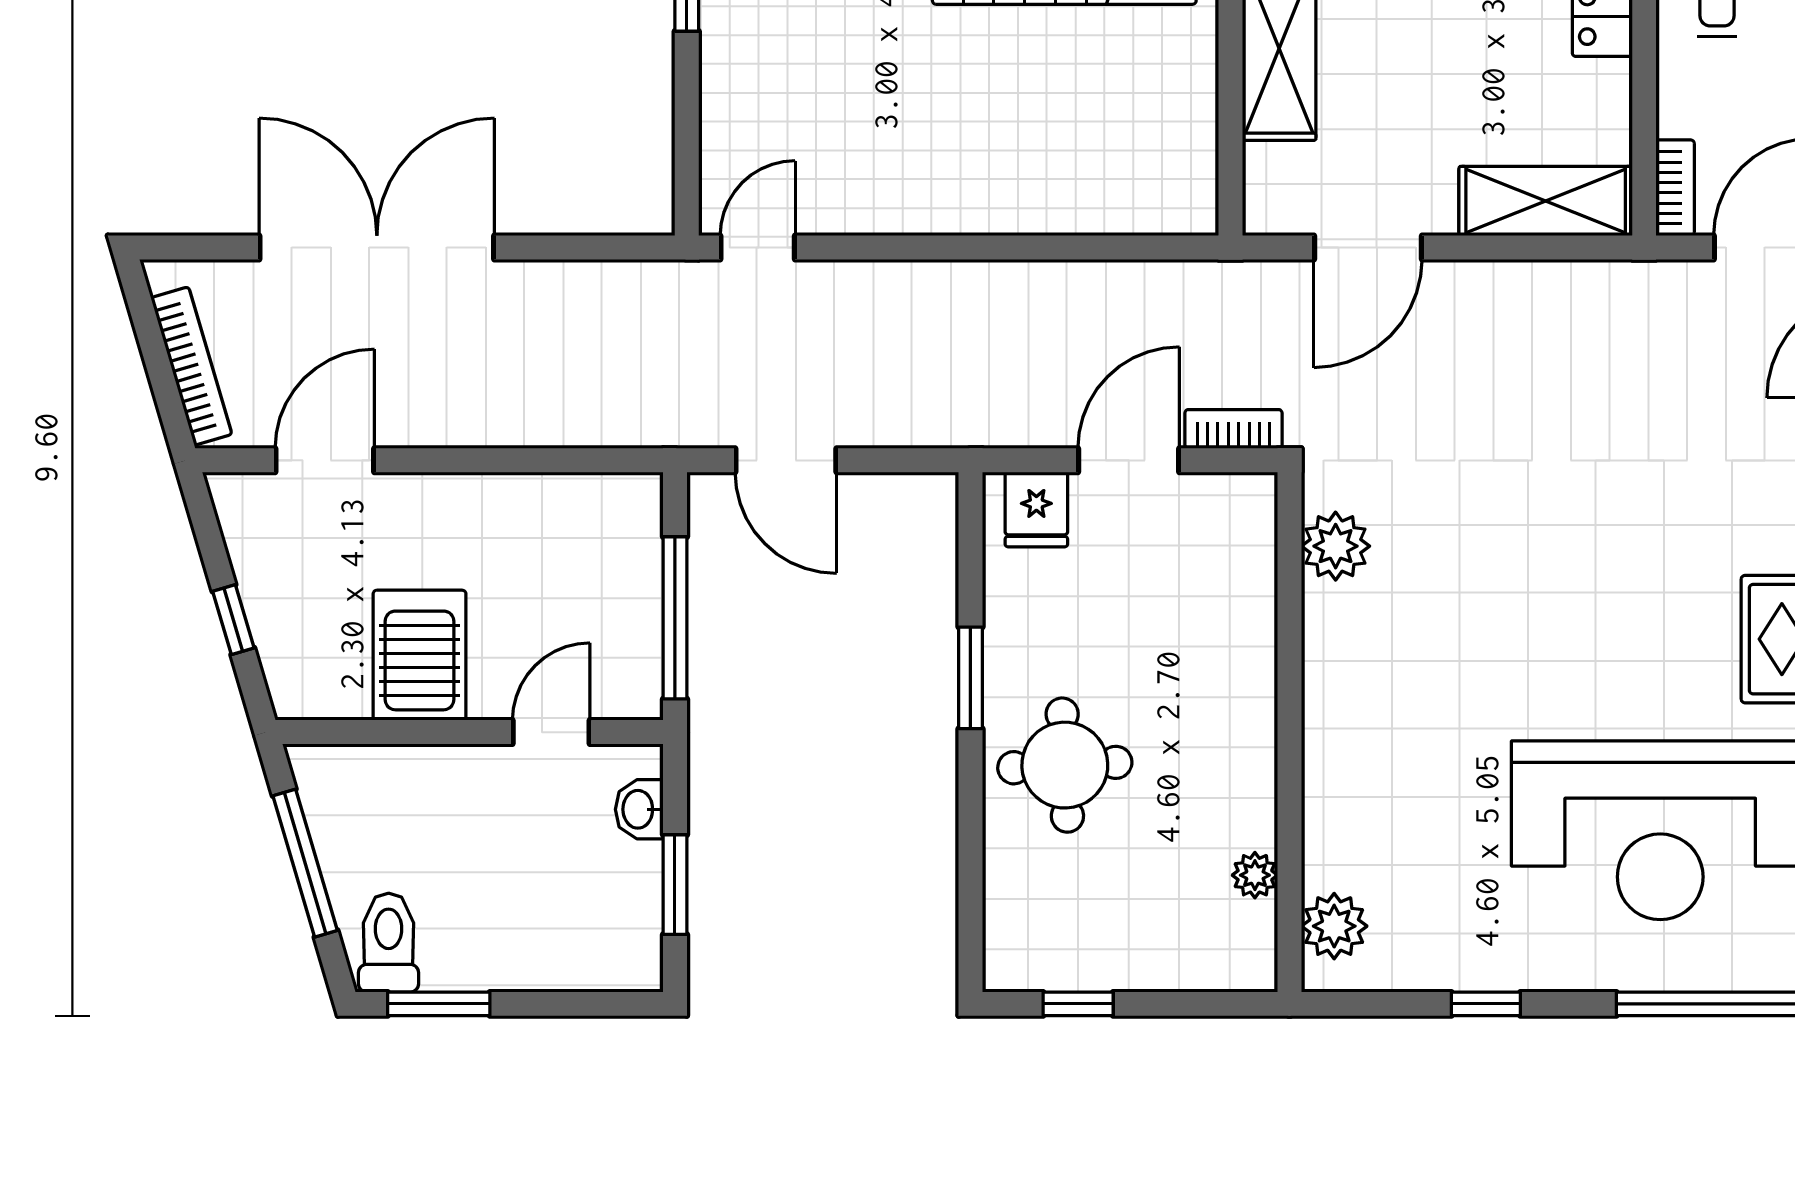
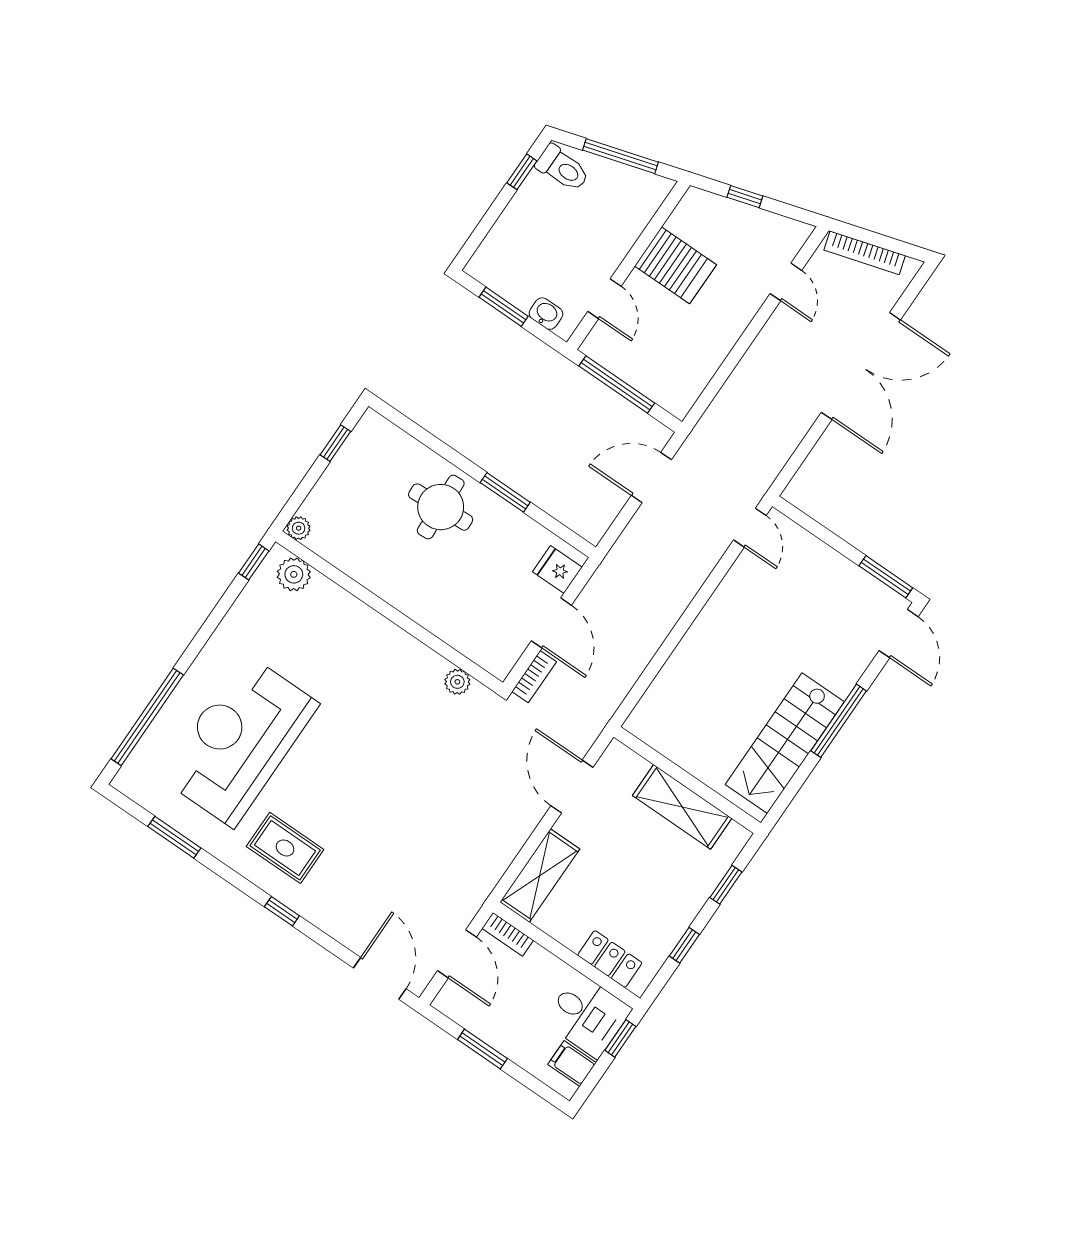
door: (325, 460) -> (786, 282), width x0.73
plant: (1336, 546) -> (457, 682), width x0.73, depth x0.73
plant: (1255, 875) -> (299, 528), moved
window: (439, 1004) -> (522, 172), width x0.67
window: (1486, 1004) -> (254, 562), moved

